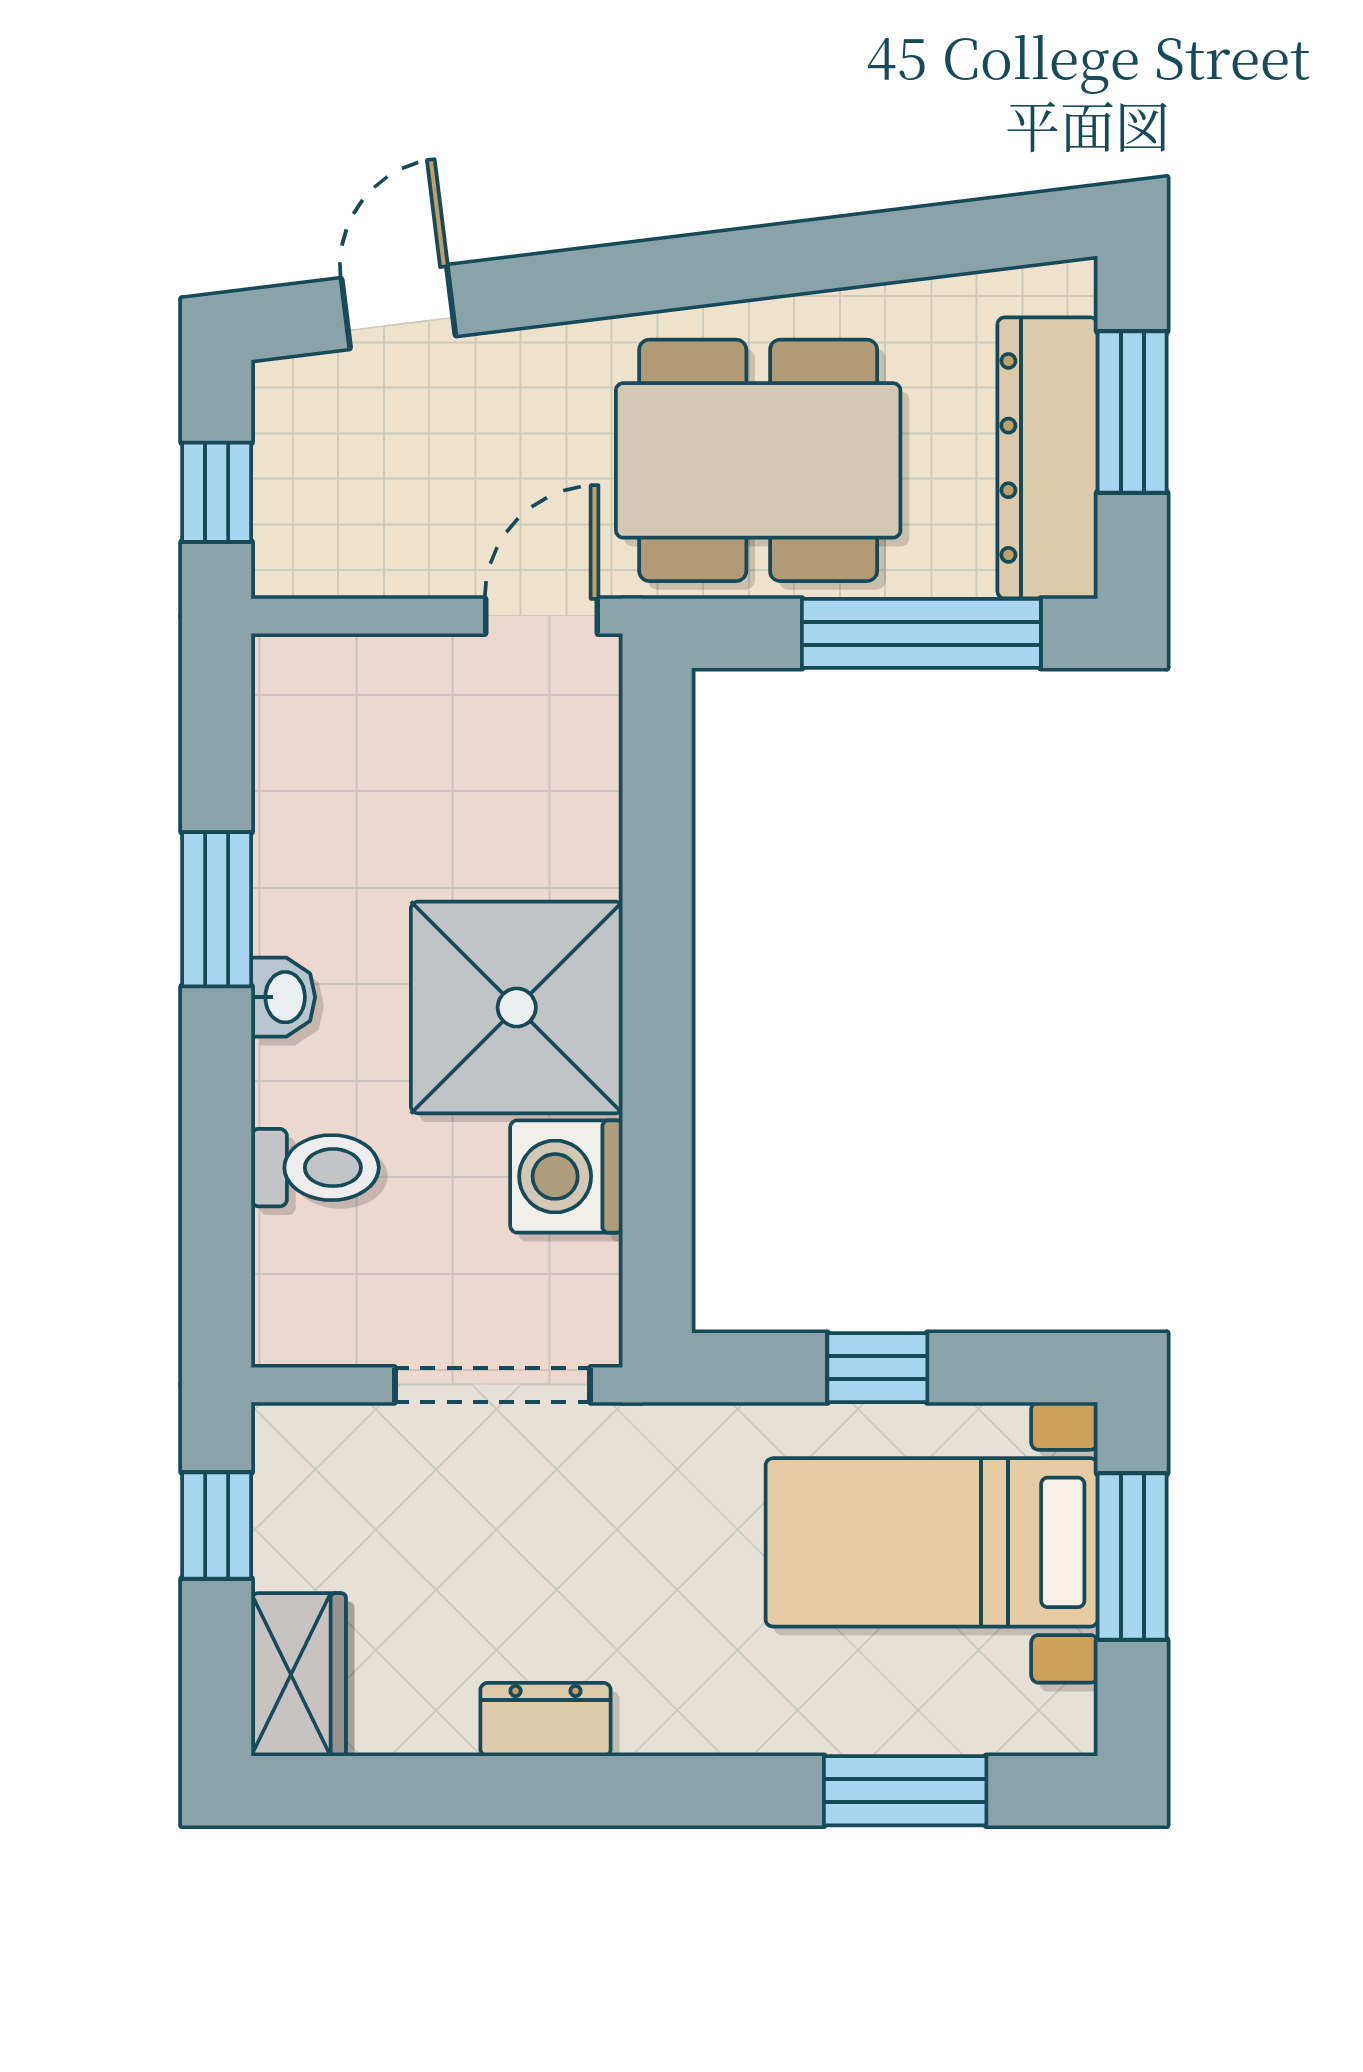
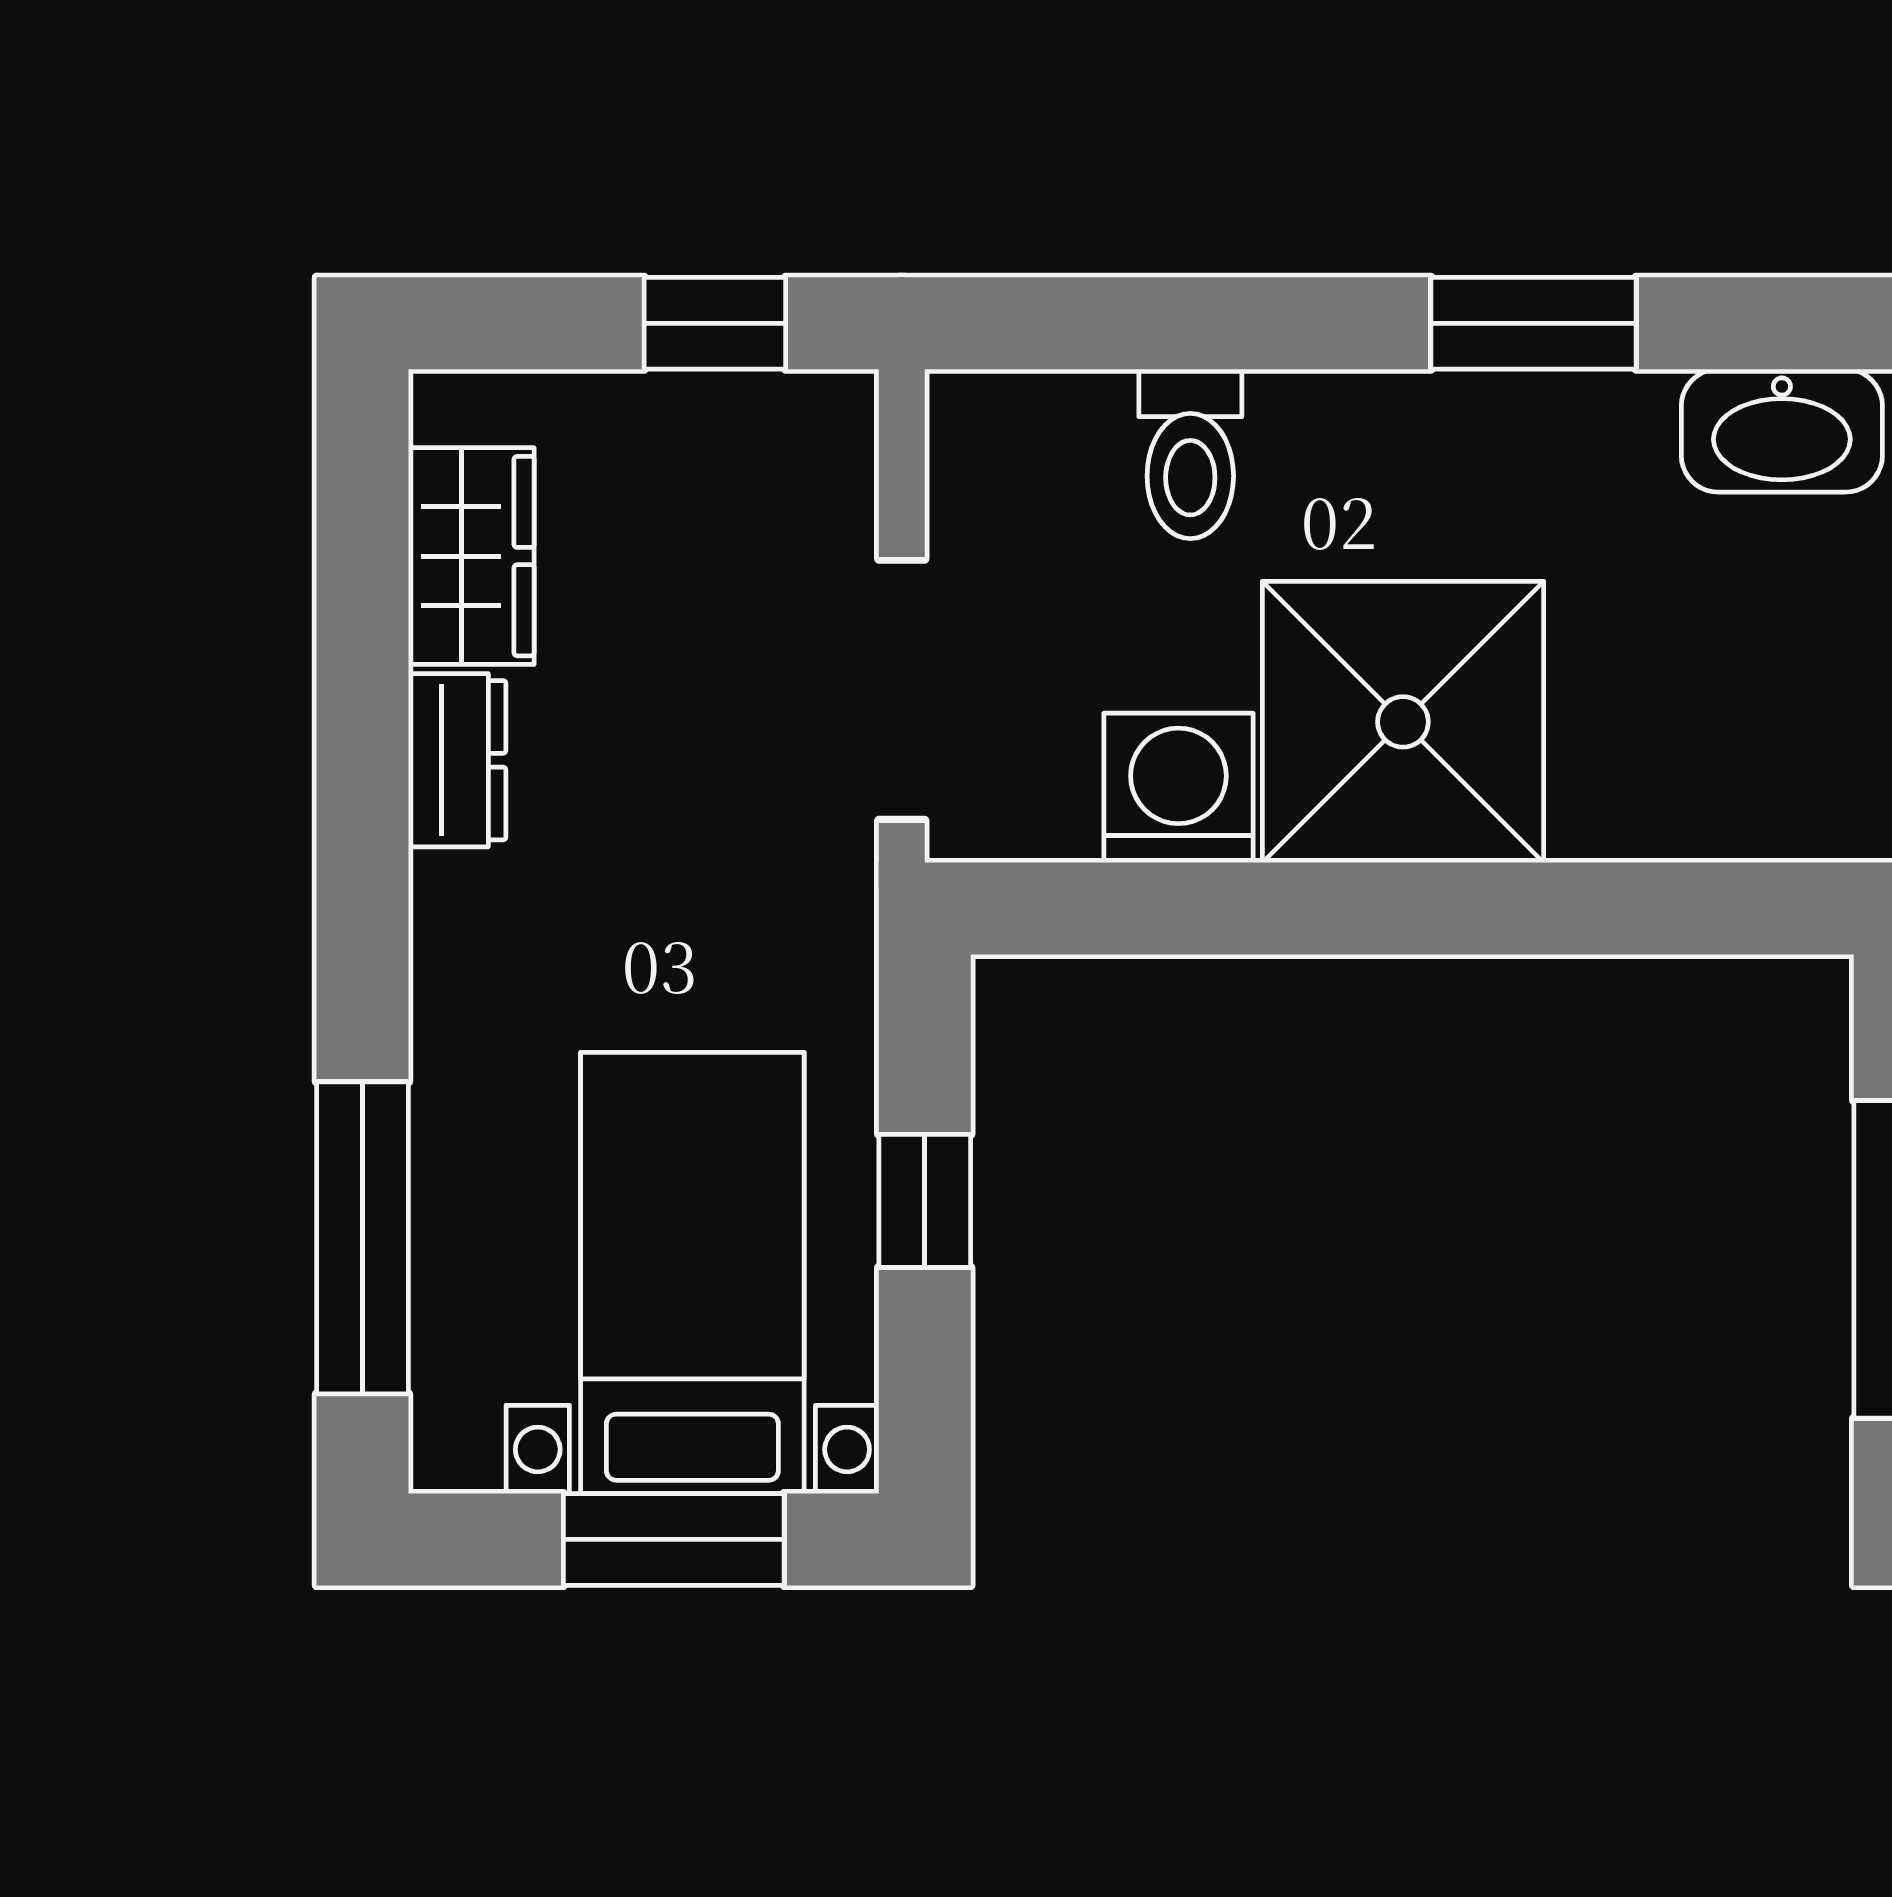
washbasin: (283, 997) -> (1782, 431), moved, width x1.91, depth x1.45
wardrobe: (299, 1675) -> (471, 556), moved, turned -90
window: (905, 1791) -> (362, 1238), width x1.44

